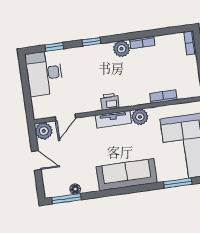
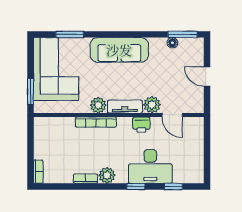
desk: (44, 73) -> (150, 166), moved, turned 90
bookcase: (163, 97) -> (96, 122), moved, width x1.56
printer: (110, 102) -> (141, 125), moved
door: (65, 117) -> (172, 115), swing flipped
plant: (44, 131) -> (152, 105), moved

